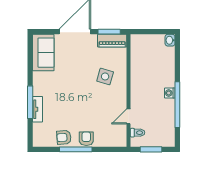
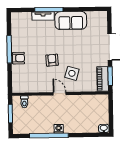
sofa: (43, 53) -> (71, 20), moved
door: (129, 116) -> (60, 94), moved
armchair: (64, 137) -> (52, 60), moved

